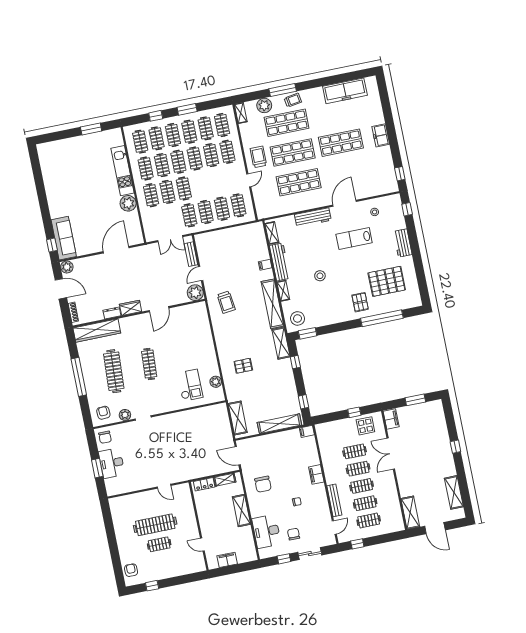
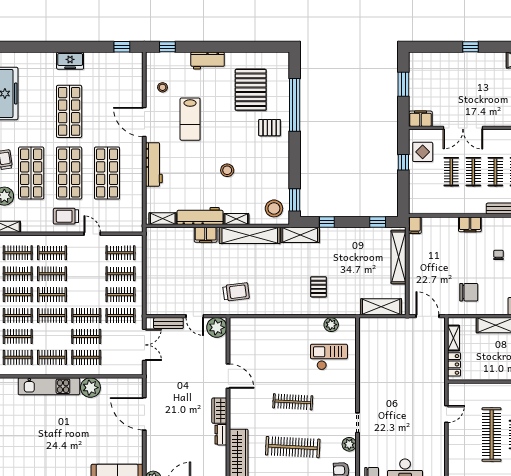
clothes rail: (162, 165) -> (52, 336), removed
filing cabinet: (265, 265) -> (206, 235), width x2.00
door: (238, 456) -> (427, 316), swing flipped

